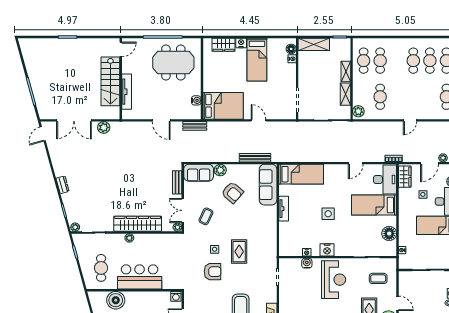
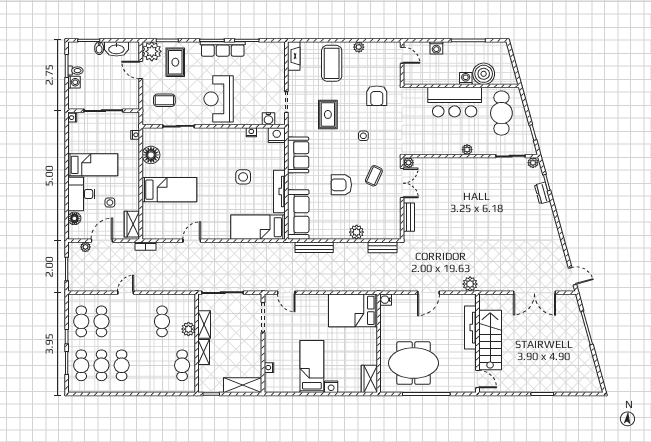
wardrobe: (224, 45) -> (369, 379), moved, turned -90
door: (121, 49) -> (477, 379), swing flipped
floor lamp: (291, 49) -> (270, 380), removed
cafe table: (380, 61) -> (101, 321), moved
water cooler: (196, 100) -> (386, 300), moved
plant: (358, 111) -> (188, 329), moved
double door: (74, 120) -> (534, 293), swing flipped
door: (161, 120) -> (428, 293), swing flipped
door: (258, 120) -> (286, 293), moved
bench: (195, 126) -> (382, 247), moved
plant: (104, 127) -> (470, 284), moved
door: (43, 134) -> (572, 276), hinge flipped
sofa: (199, 173) -> (298, 155), moved, turned 90
desk: (385, 180) -> (156, 221), removed
dresser: (63, 185) -> (542, 193), moved
armchair: (232, 193) -> (341, 185), moved, turned -41
tv unit: (284, 209) -> (279, 191), width x1.41
side table: (328, 214) -> (243, 177), moved
wardrobe: (138, 224) -> (457, 167), removed
nightstand: (327, 250) -> (277, 135), moved
rug: (239, 252) -> (328, 114), moved
water cooler: (307, 263) -> (268, 119), moved
cafe table: (101, 268) -> (501, 113), width x1.37, depth x1.35
armchair: (213, 272) -> (377, 96), moved, turned -90
washing machine: (176, 296) -> (466, 79), moved

